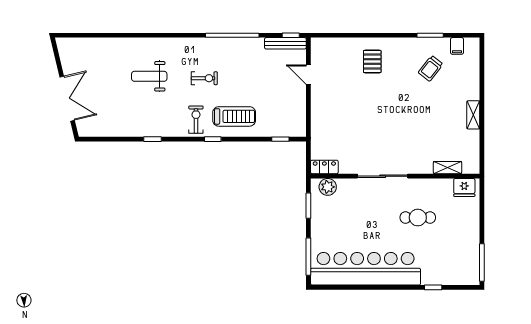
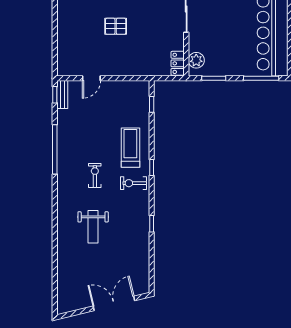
bench: (285, 43) -> (62, 95), width x0.73
pallet: (372, 62) -> (116, 26), moved

